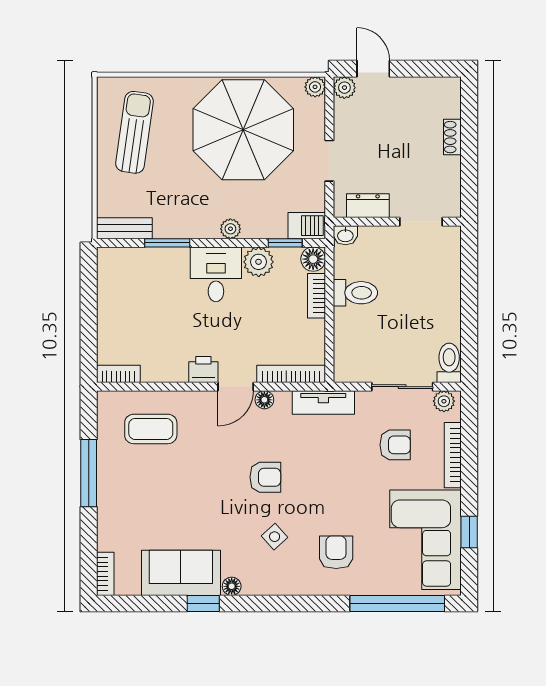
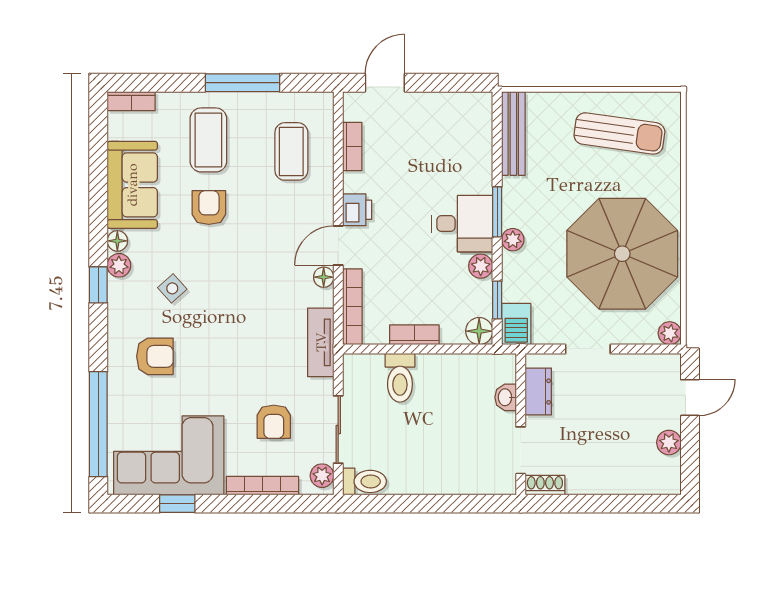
plant: (344, 88) -> (669, 443), moved
shoe rack: (452, 137) -> (545, 485), moved
bench: (124, 228) -> (513, 133), width x1.36
washbasin: (345, 235) -> (506, 397), moved
window: (167, 243) -> (497, 212), moved
plant: (259, 262) -> (481, 266), width x0.73, depth x0.73
toilet: (355, 293) -> (400, 378), moved
bookcase: (316, 296) -> (414, 335), moved
door: (89, 344) -> (385, 83), added
bookcase: (118, 374) -> (352, 146), moved
door: (236, 387) -> (338, 245), hinge flipped
armchair: (265, 477) -> (209, 208), moved, turned 180
coffee table: (140, 504) -> (208, 140), added
plant: (254, 585) -> (119, 265), added
window: (203, 603) -> (98, 285), moved

